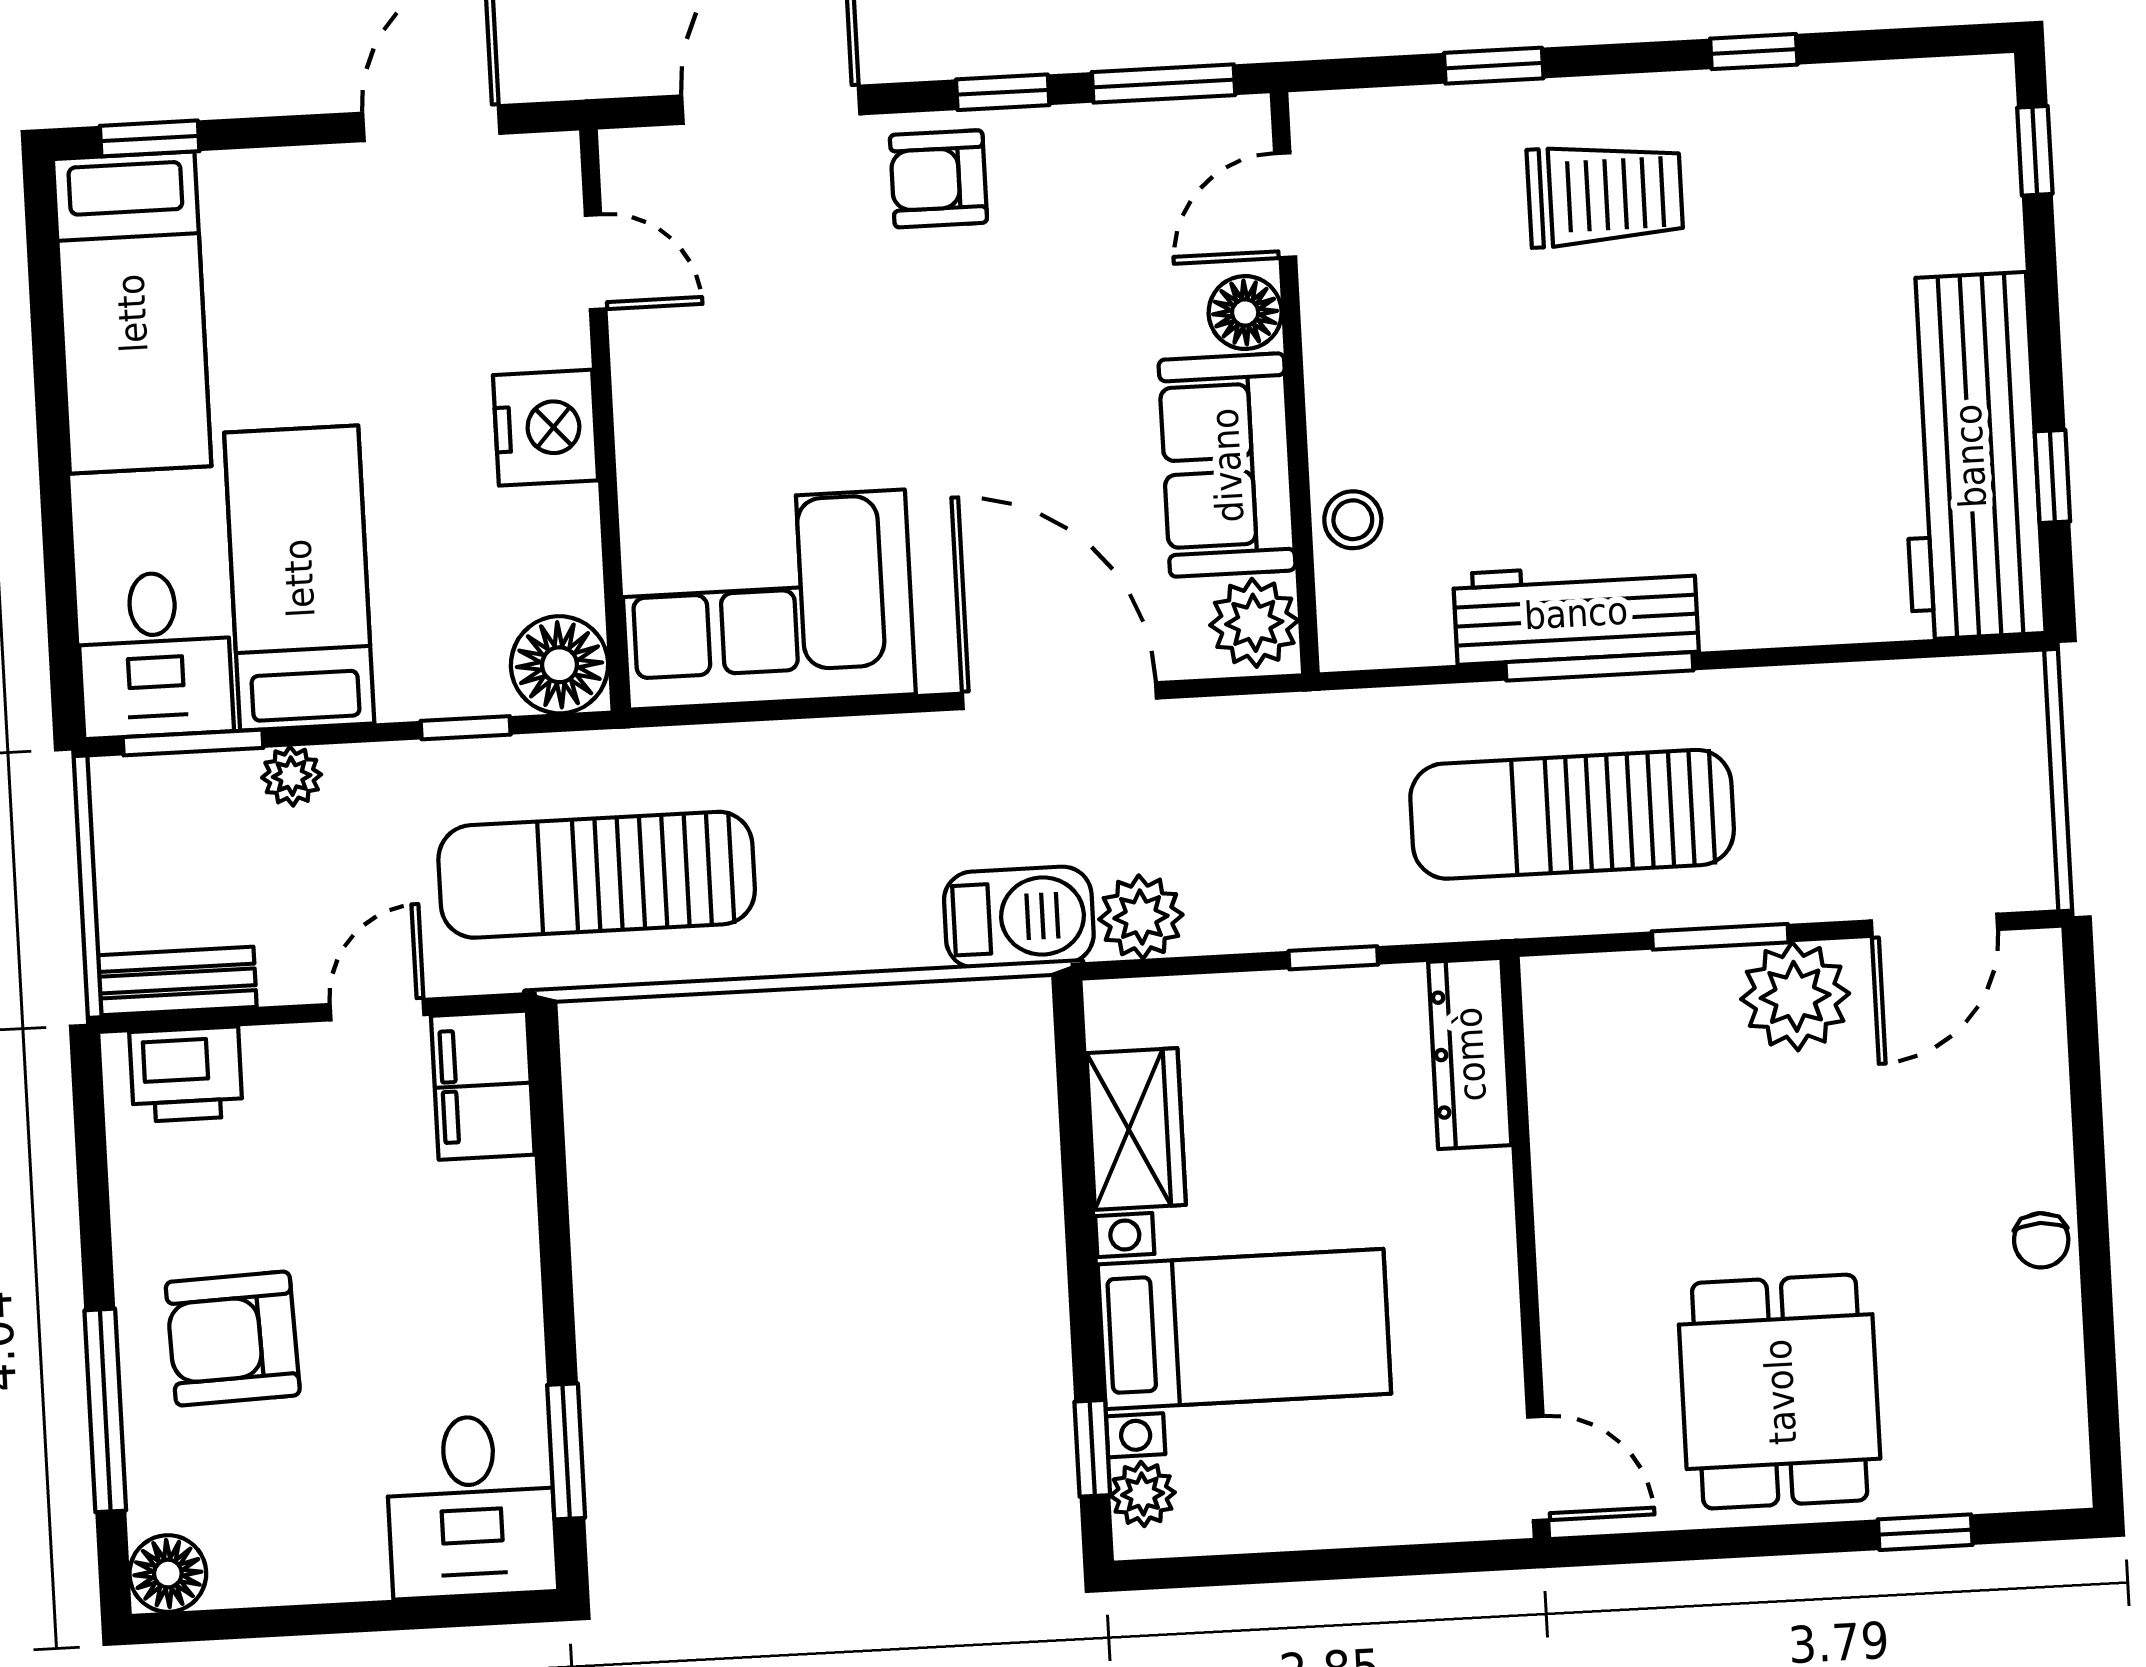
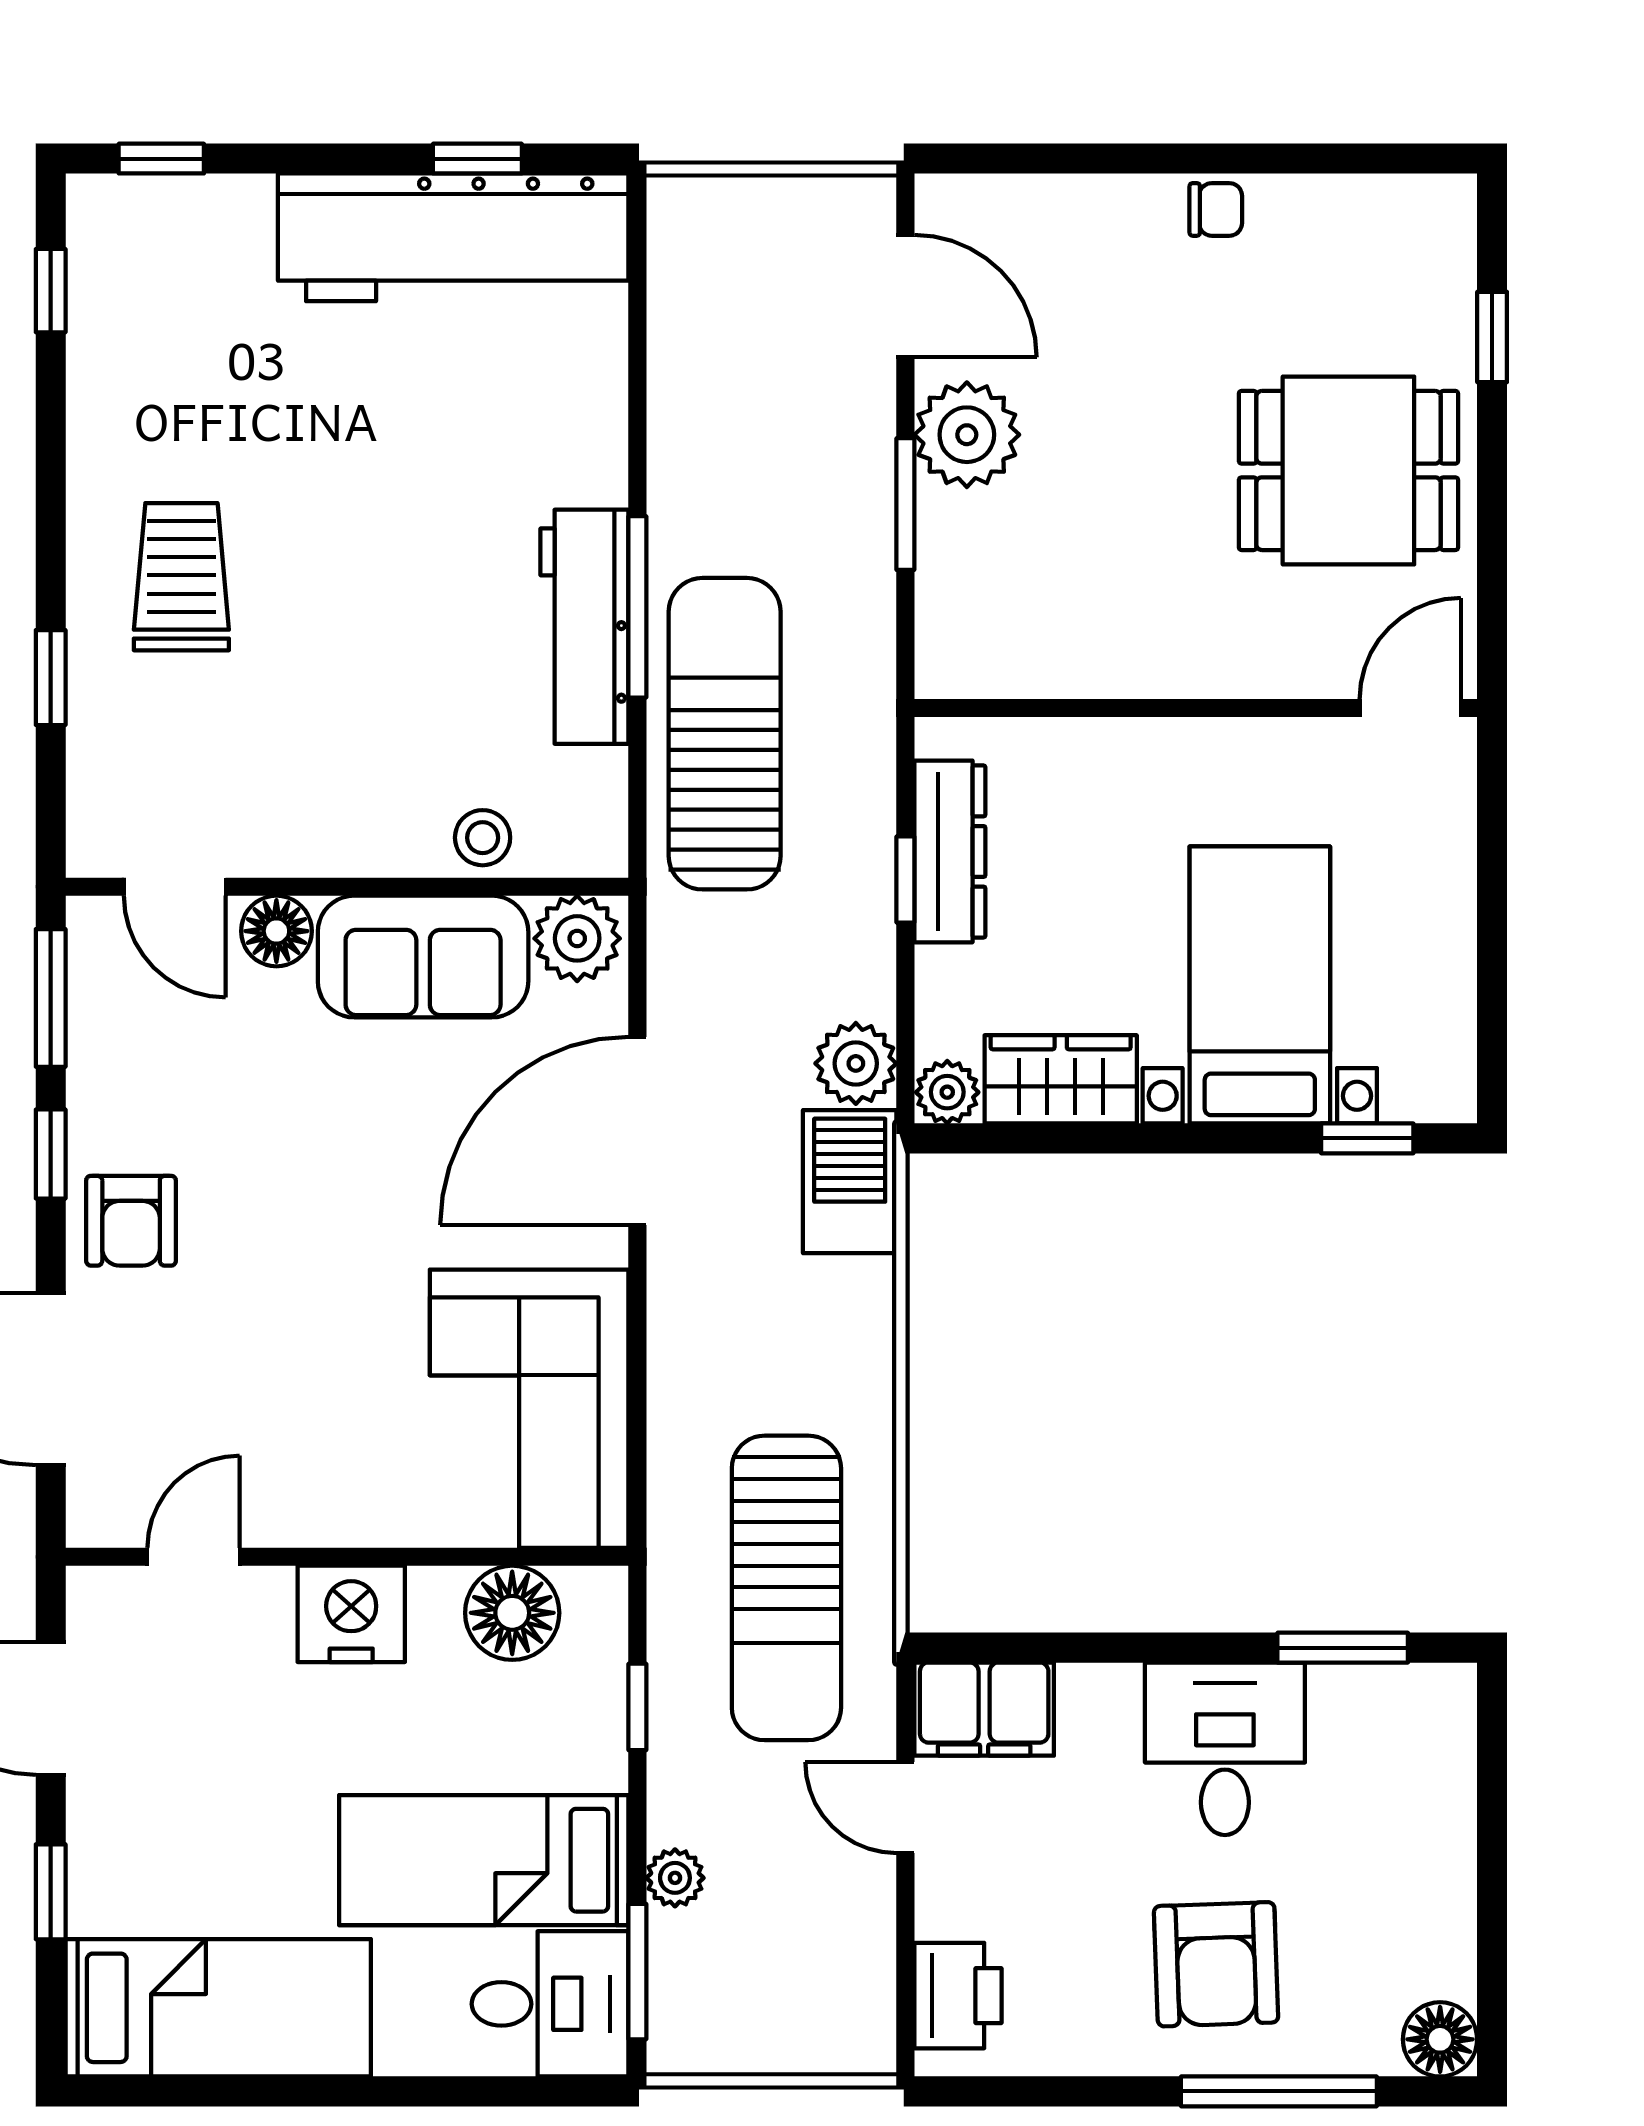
window: (1754, 52) -> (51, 291), moved
window: (150, 138) -> (51, 1892), moved
floor lamp: (560, 665) -> (512, 1613), moved
sun lounger: (1572, 814) -> (725, 734), moved, turned 180
bench: (176, 981) -> (867, 2000), removed
dresser: (1470, 1054) -> (950, 851), moved, turned -90
plant: (1143, 1494) -> (947, 1092), moved
desk: (471, 1506) -> (1225, 1749), moved, turned -90

